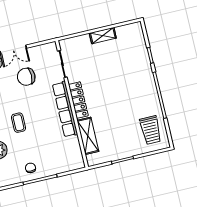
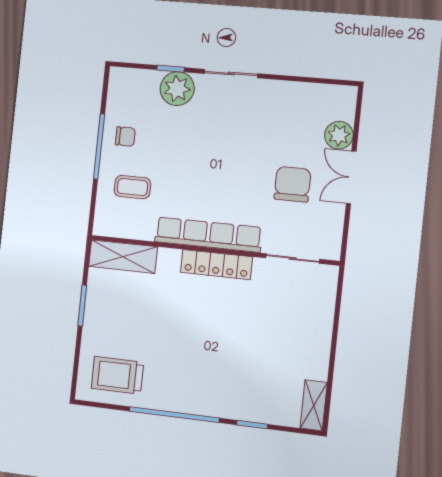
shelving: (103, 36) -> (314, 405), moved
coffee table: (19, 123) -> (132, 187), moved
shelving: (88, 136) -> (123, 257), moved

